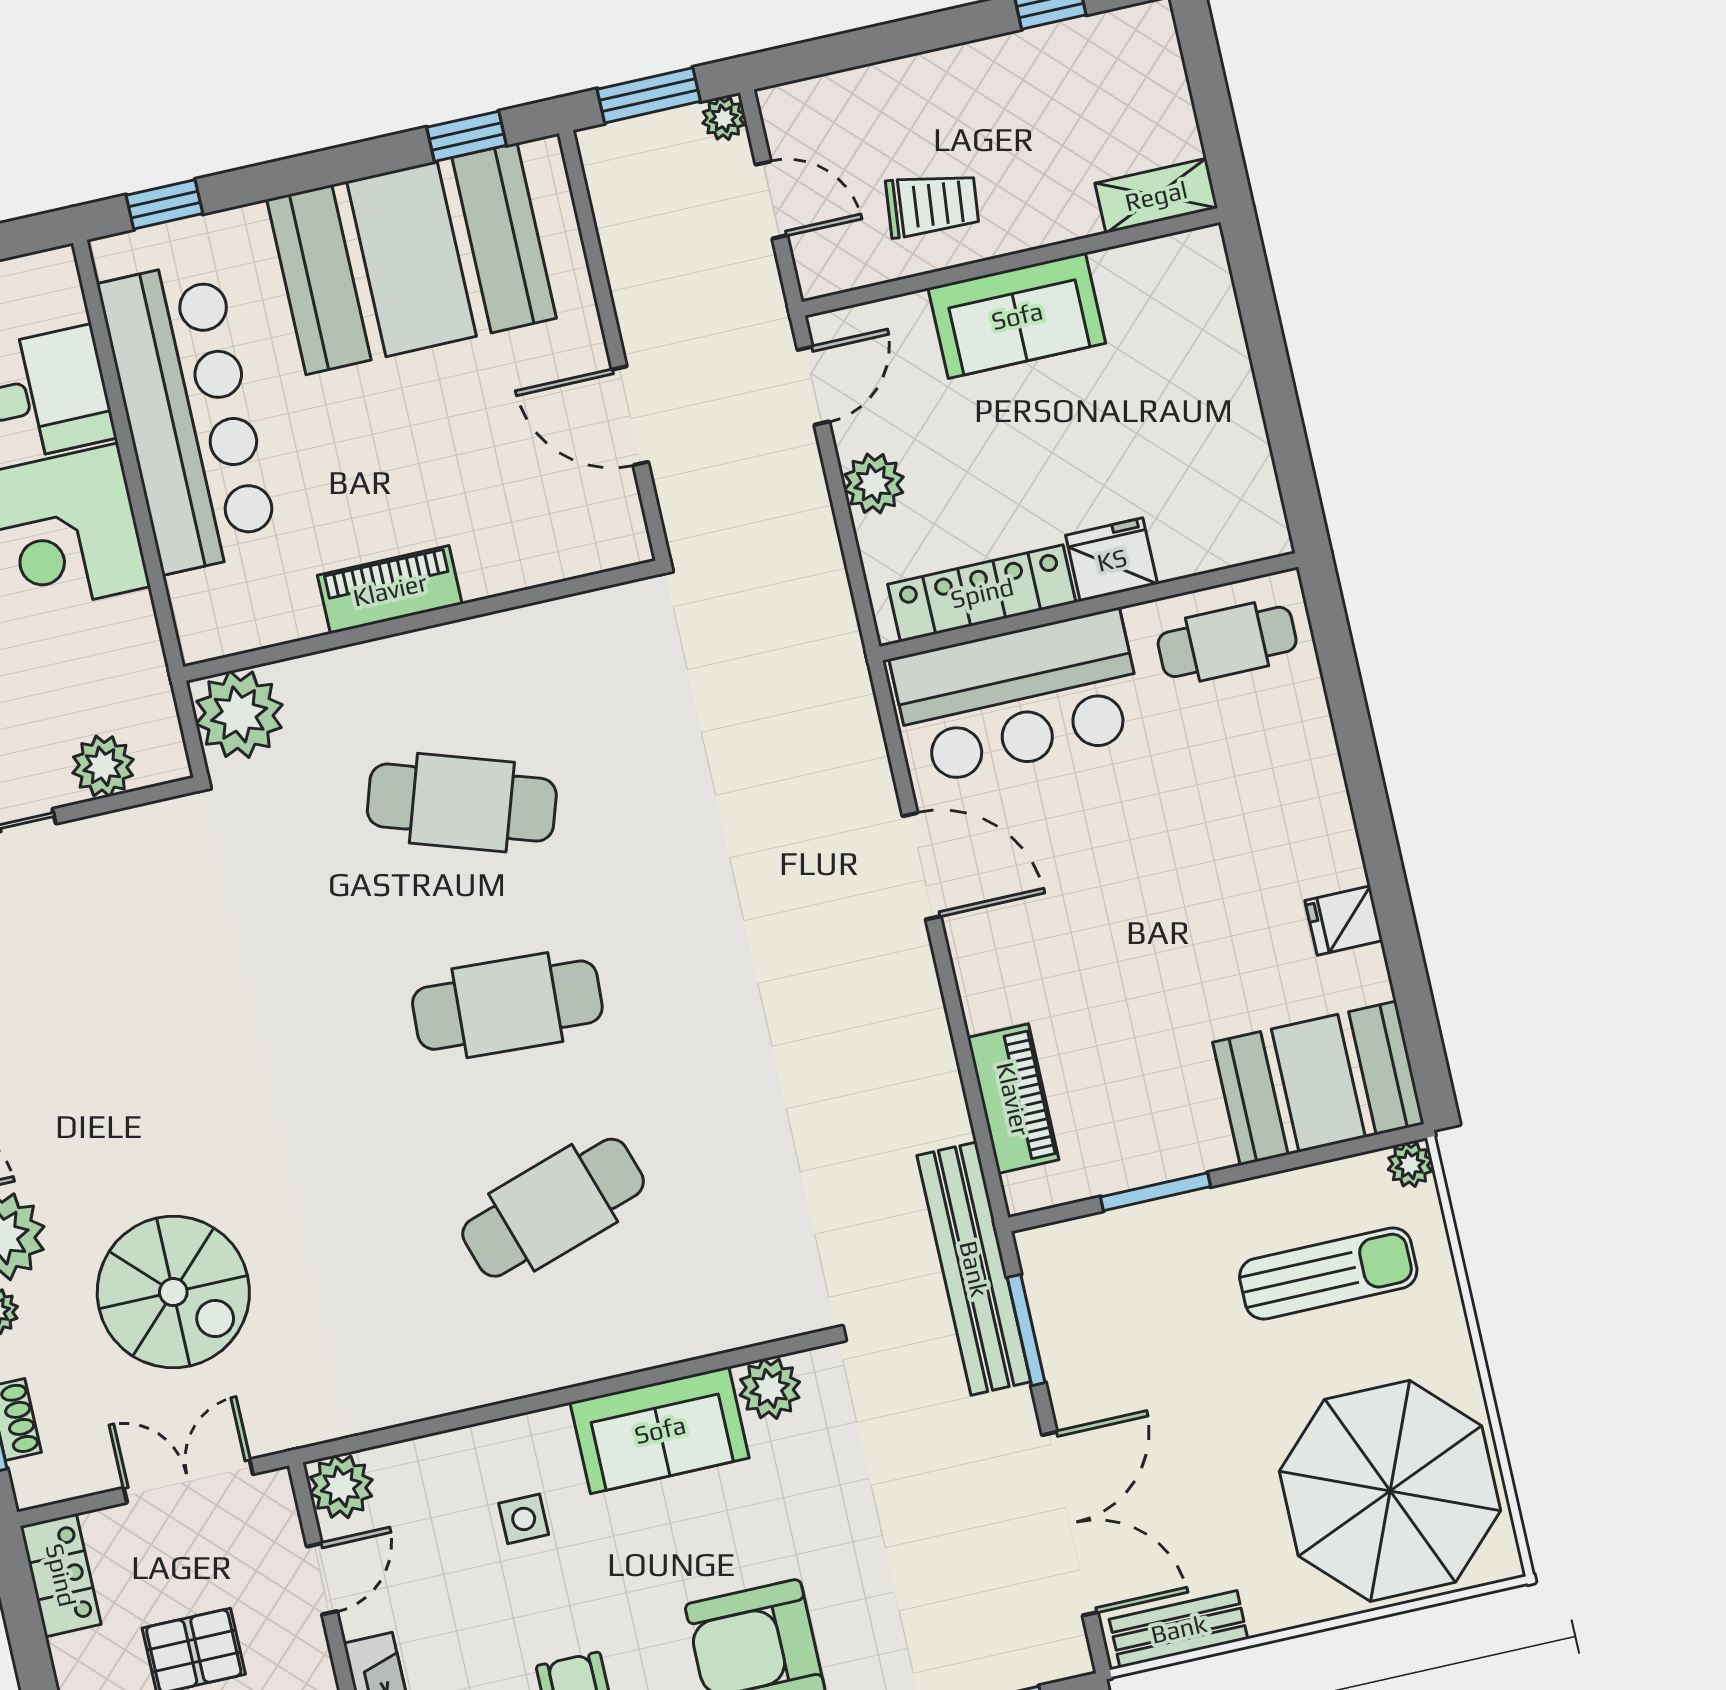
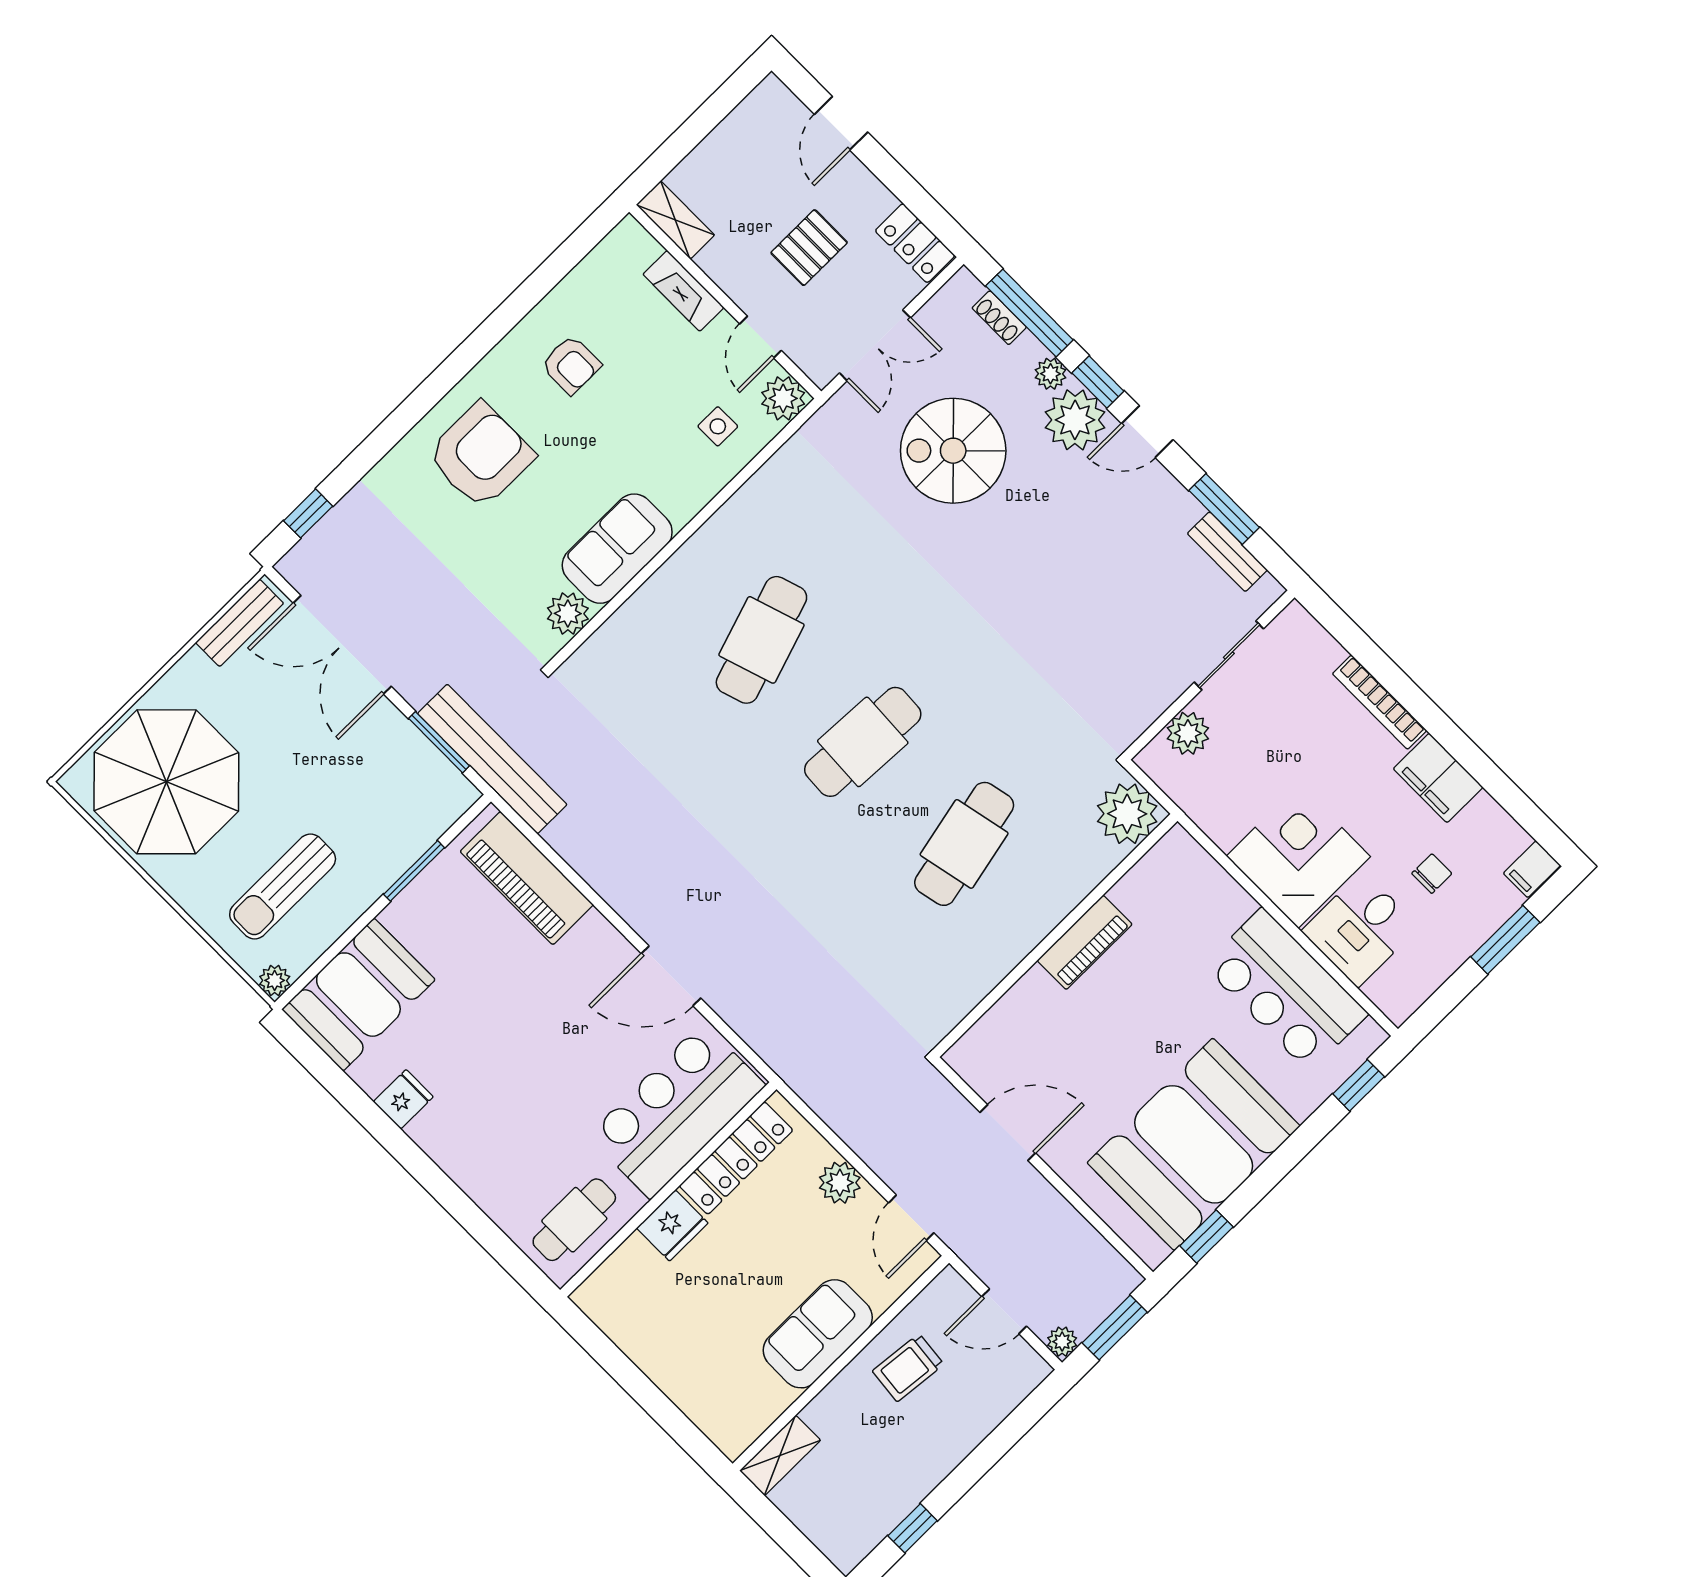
bar counter: (189, 416) -> (1286, 990), width x0.73
cafe table: (462, 803) -> (964, 844), turned -30
piano: (1013, 1099) -> (527, 878), width x1.37, depth x1.33
side table: (524, 1519) -> (718, 426), moved

